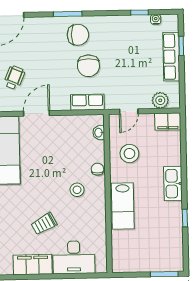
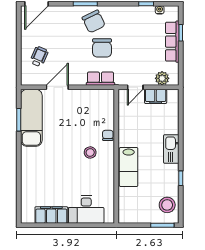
chair: (78, 35) -> (94, 21), turned 64
filing cabinet: (168, 122) -> (156, 96), moved
washbasin: (99, 133) -> (110, 105), removed
stool: (129, 154) -> (167, 205), moved
trolley: (44, 224) -> (62, 181), removed

